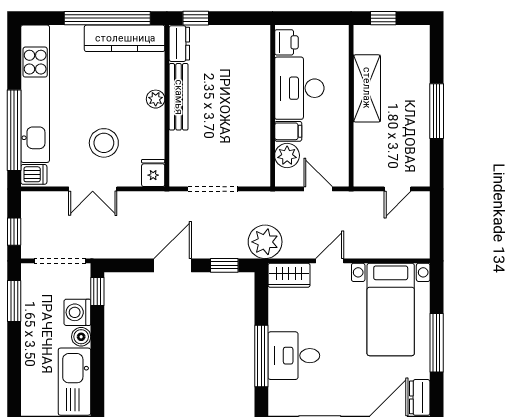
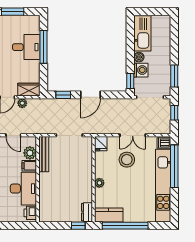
kitchen counter: (125, 38) -> (109, 215), width x0.67
bench: (179, 97) -> (44, 154), moved
double door: (93, 189) -> (133, 135), swing flipped
plant: (265, 242) -> (22, 103), moved, width x0.53, depth x0.53

